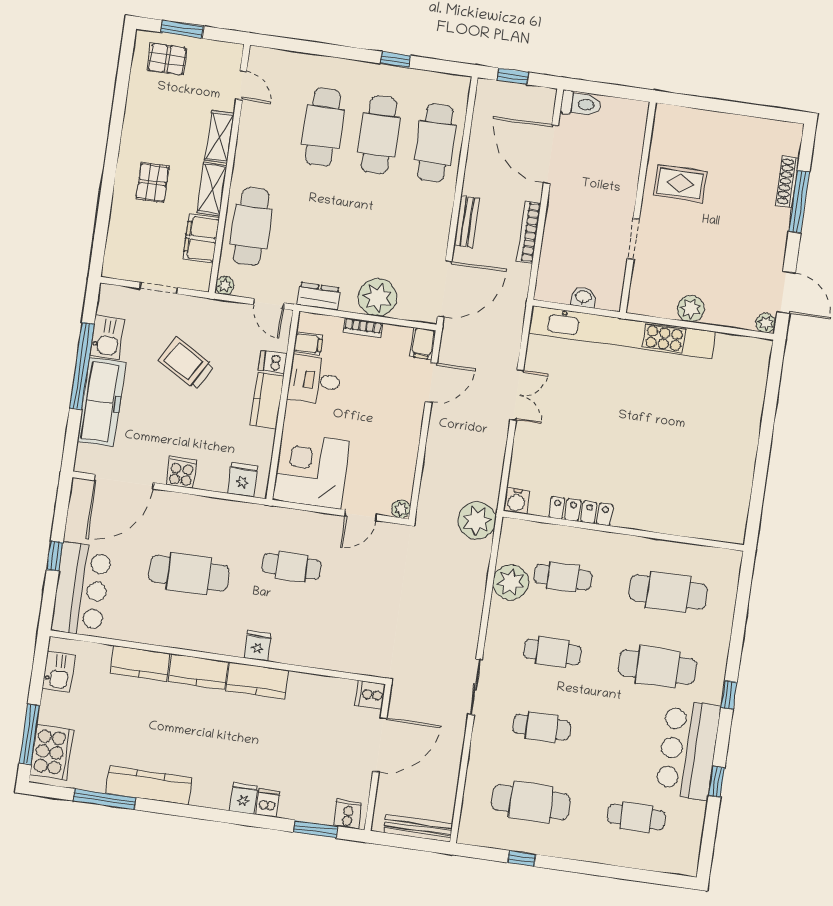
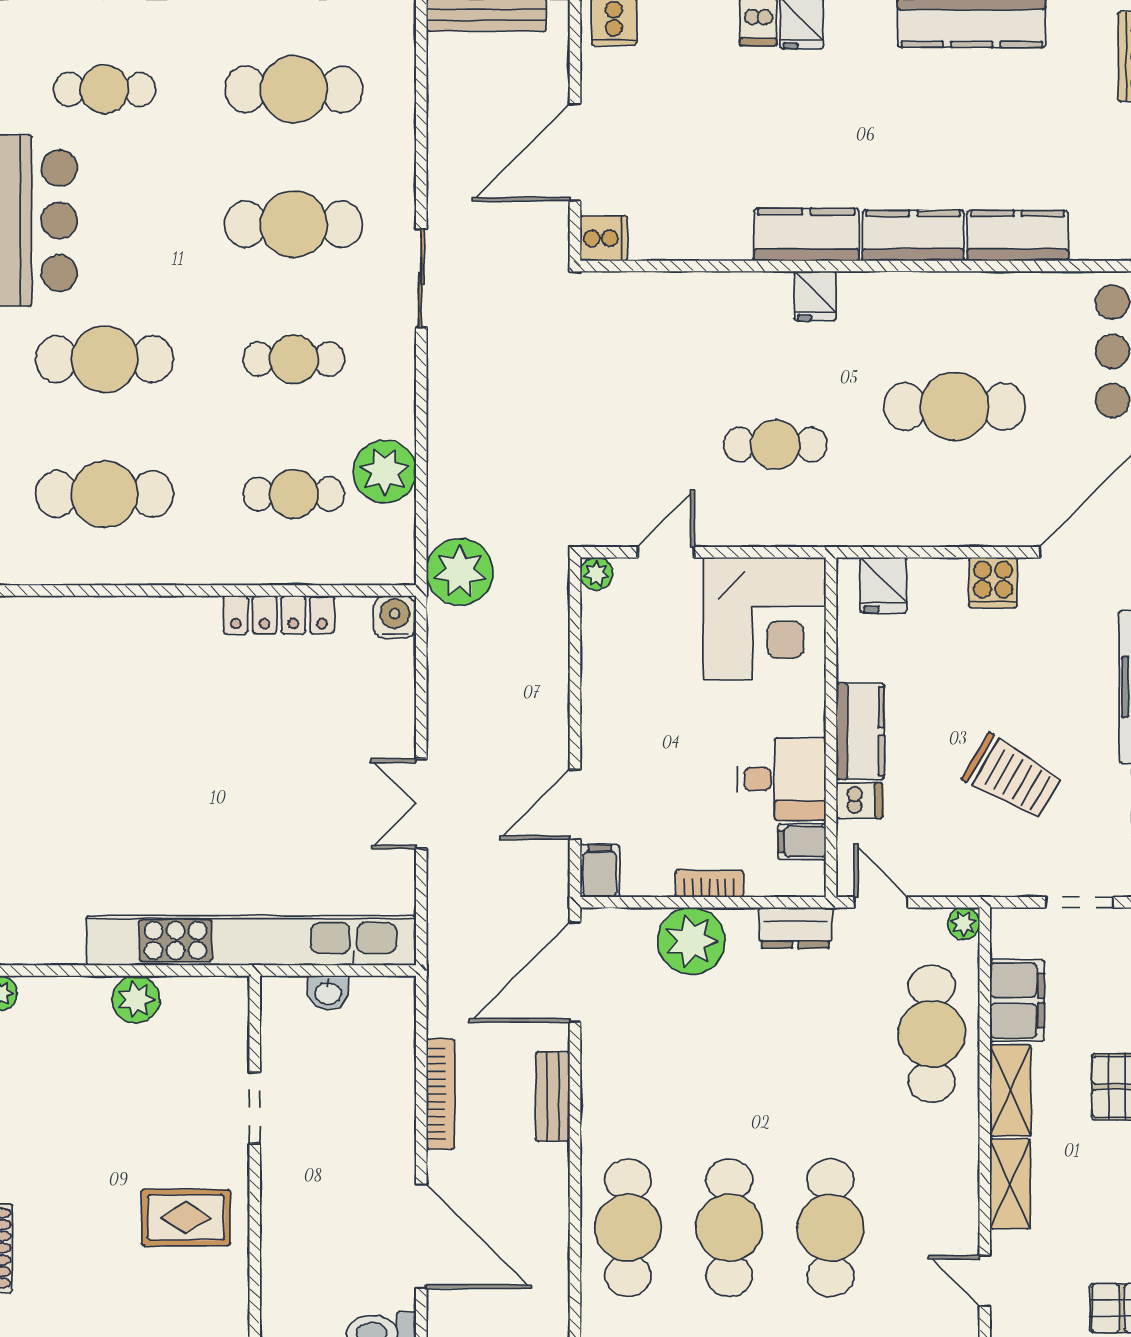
cafe table: (542, 727) -> (294, 224), width x1.37, depth x1.35

